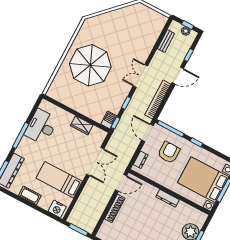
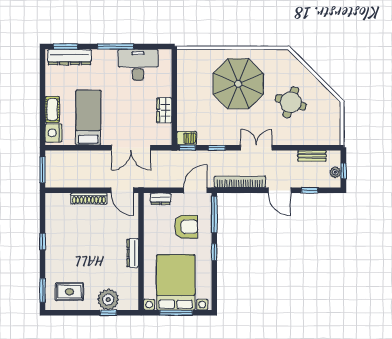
round table: (122, 36) -> (291, 102), added
cot: (30, 196) -> (52, 109), moved

